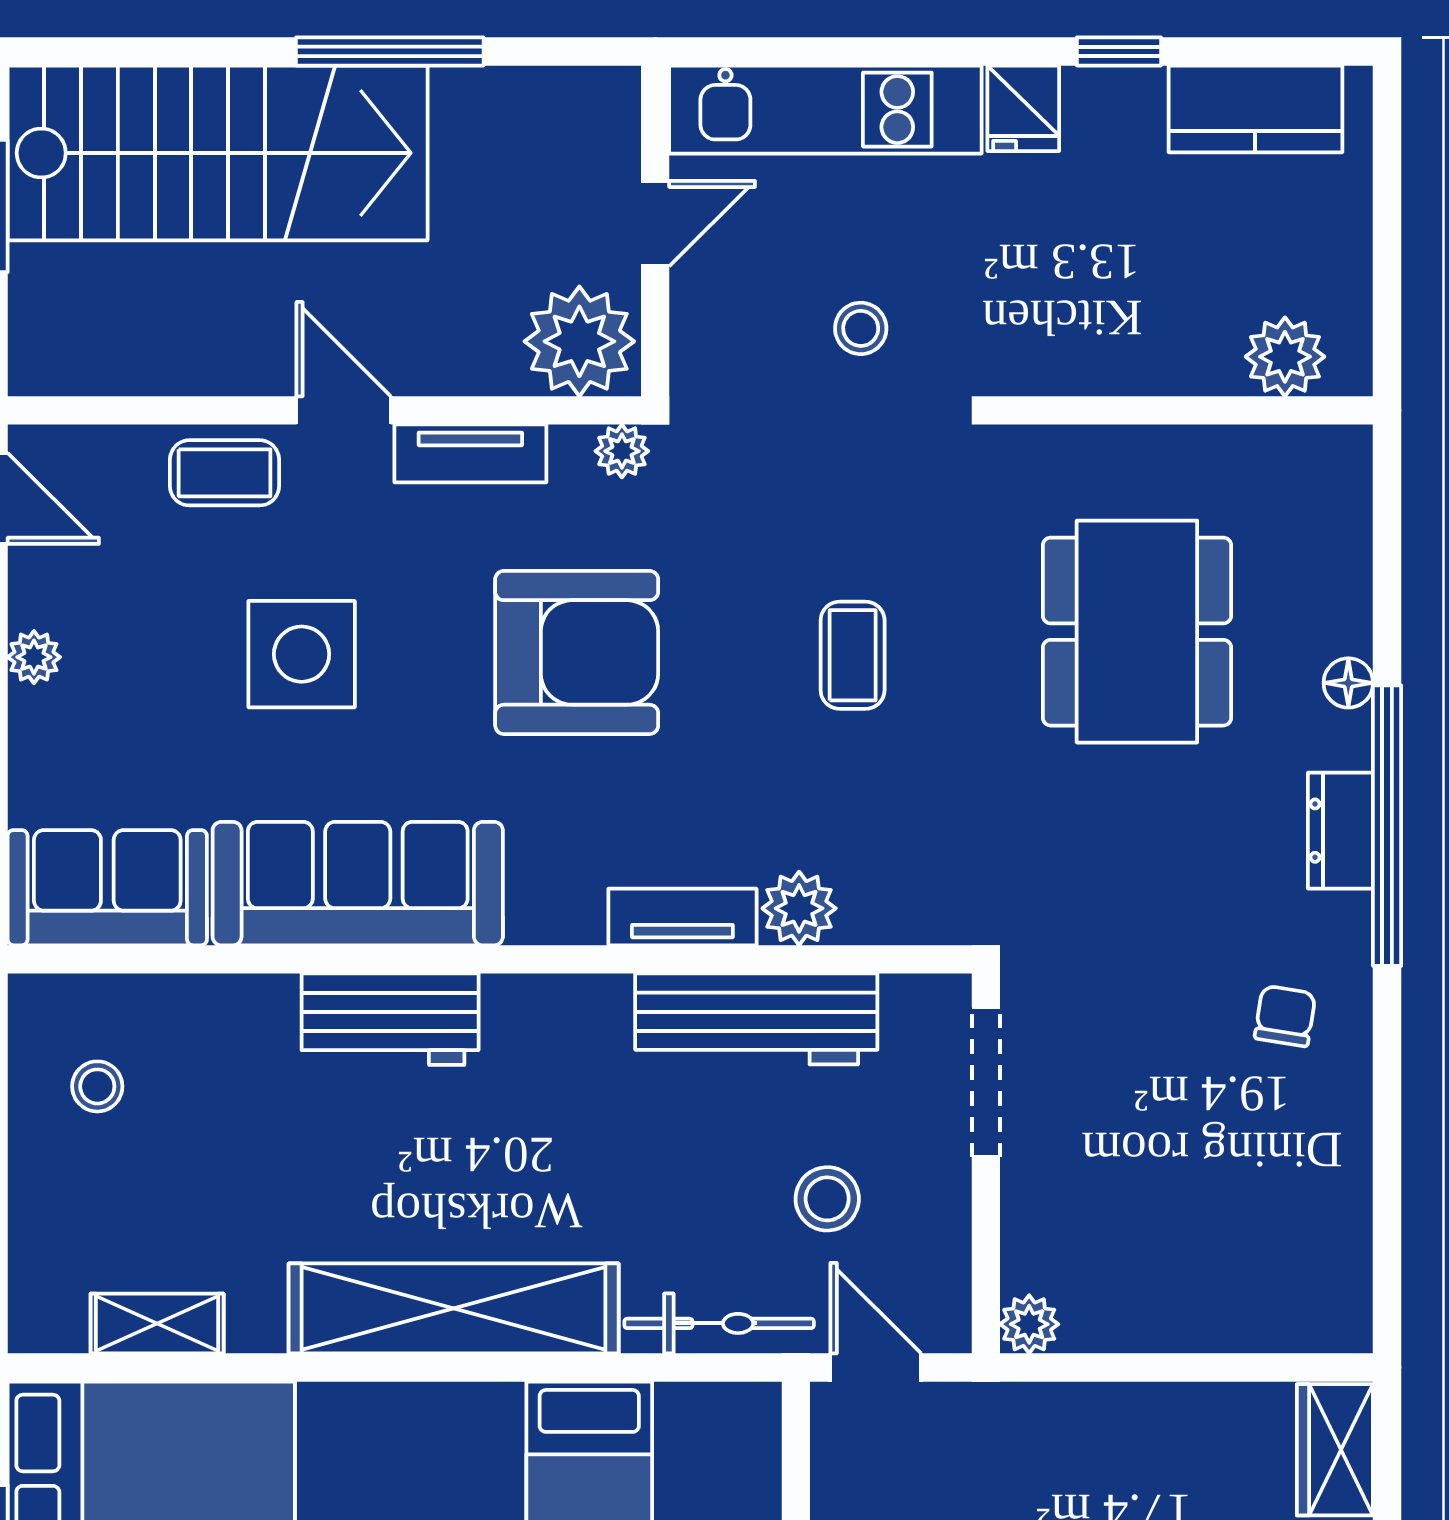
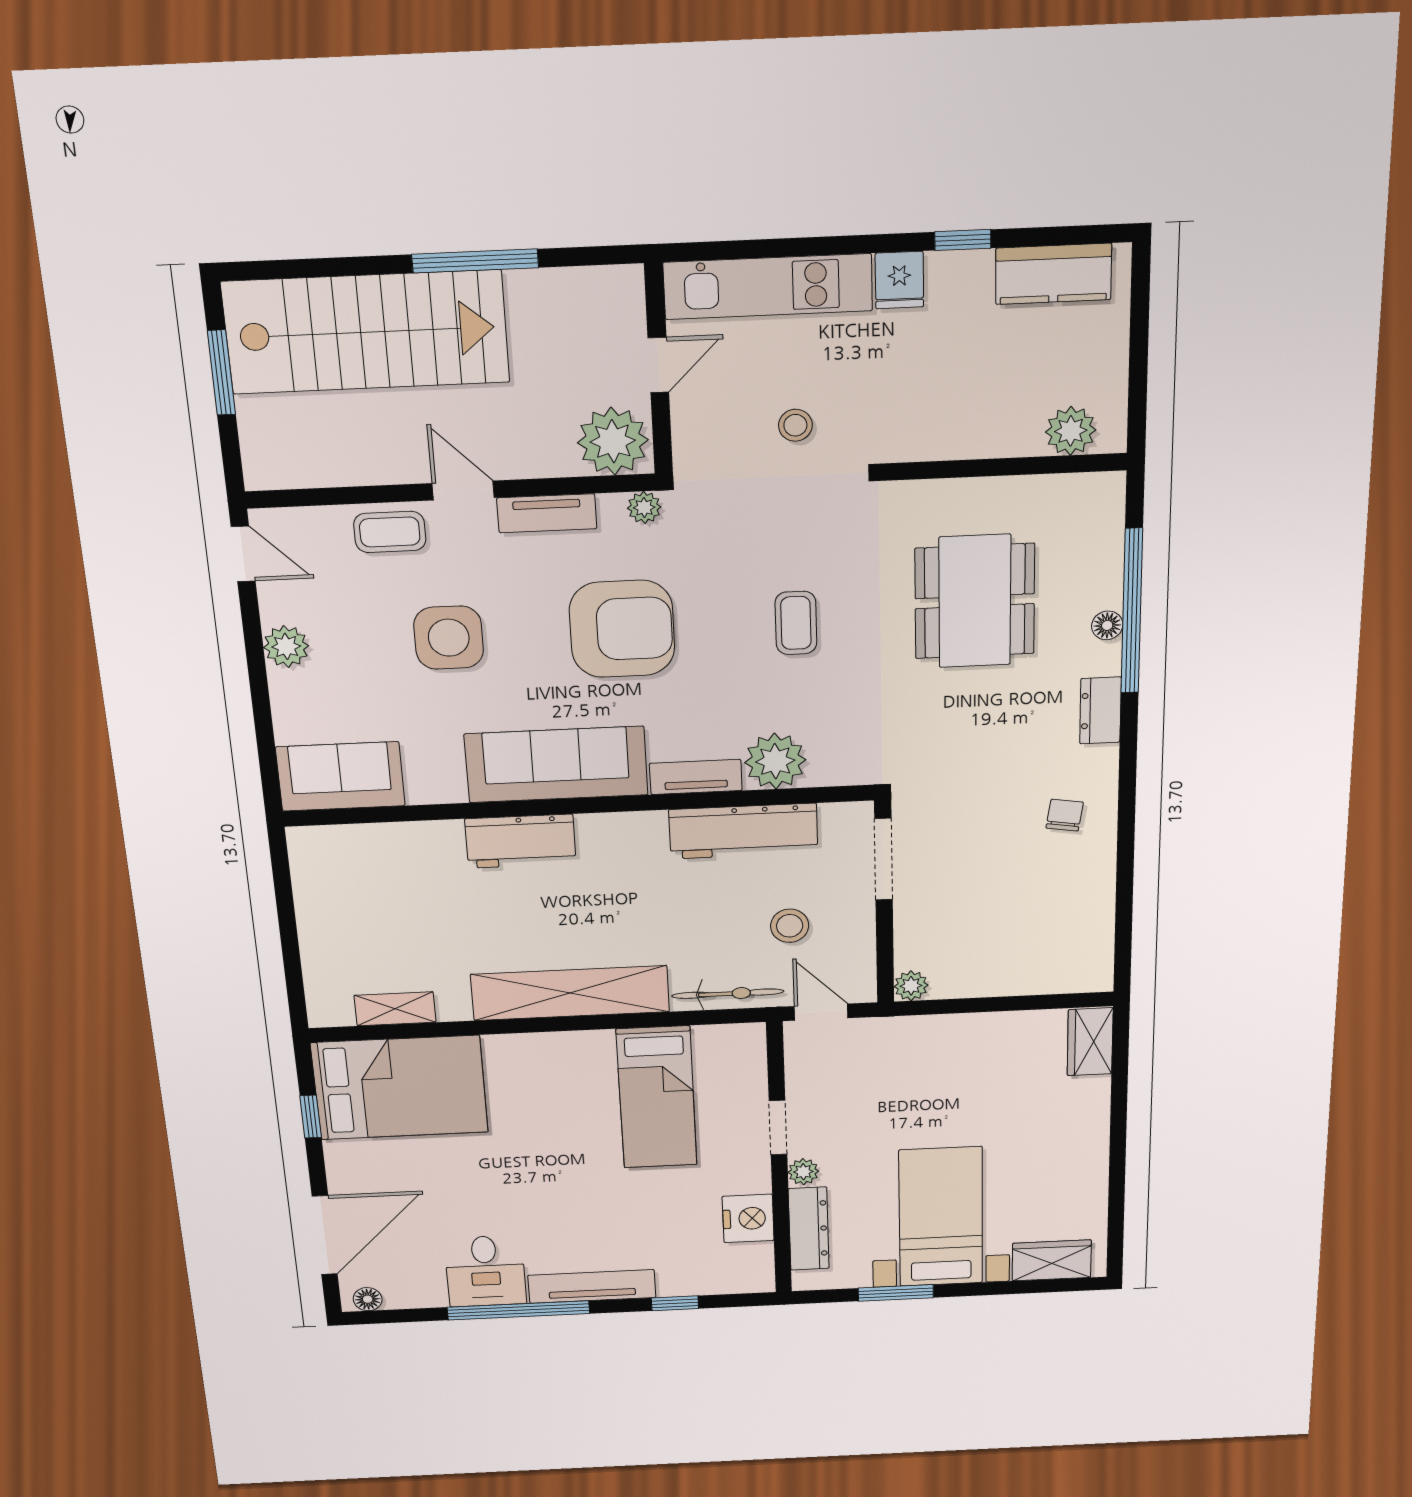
plant: (34, 657) -> (286, 647), width x1.38, depth x1.38
window: (1387, 826) -> (1132, 611), moved
sofa: (358, 884) -> (556, 764), moved
plant: (799, 908) -> (775, 761), width x1.36, depth x1.36
stool: (97, 1086) -> (346, 886), removed

